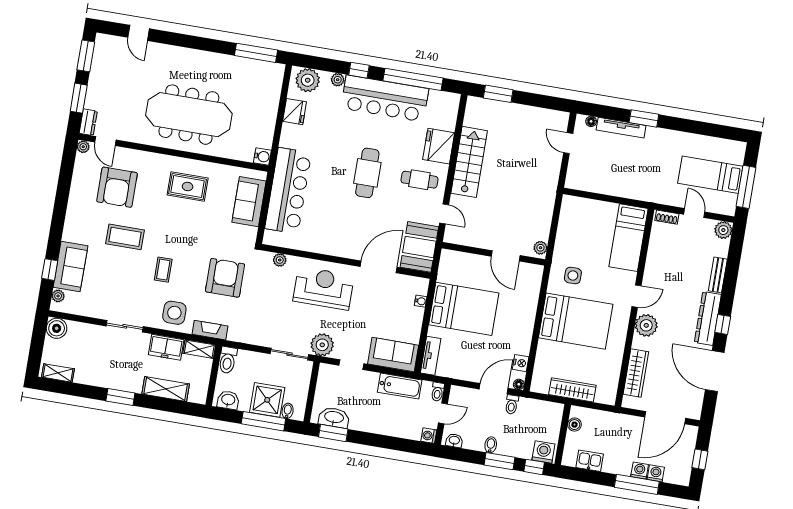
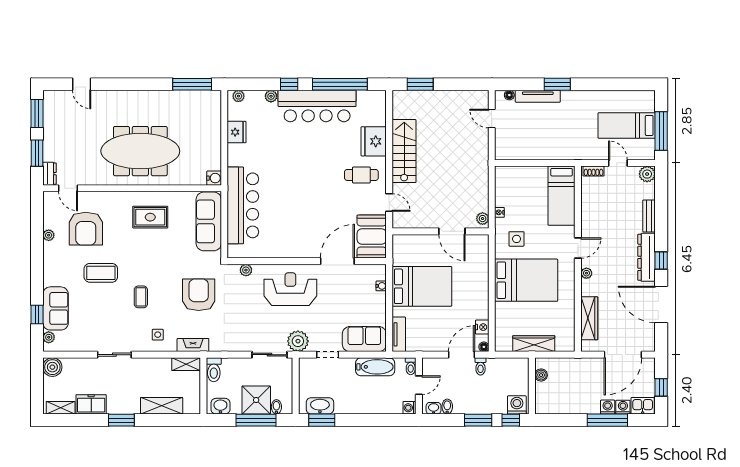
plant: (308, 80) -> (238, 96), width x0.53, depth x0.53
plant: (83, 147) -> (49, 235), moved
cafe table: (367, 173) -> (313, 177), removed
sofa: (249, 202) -> (209, 221), width x1.36
nightstand: (560, 244) -> (499, 212), added
side table: (174, 313) -> (158, 335), width x0.54, depth x0.54
plant: (646, 325) -> (586, 273), width x0.53, depth x0.53
freezer: (166, 347) -> (91, 404), moved, turned 180
bidet: (491, 445) -> (447, 407), moved
kitchen sink: (590, 461) -> (643, 406), moved

